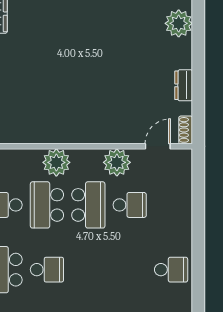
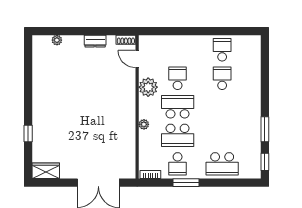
plant: (179, 23) -> (57, 40), width x0.53, depth x0.53
plant: (56, 162) -> (144, 124), width x0.53, depth x0.53
school desk: (47, 270) -> (222, 78), moved

